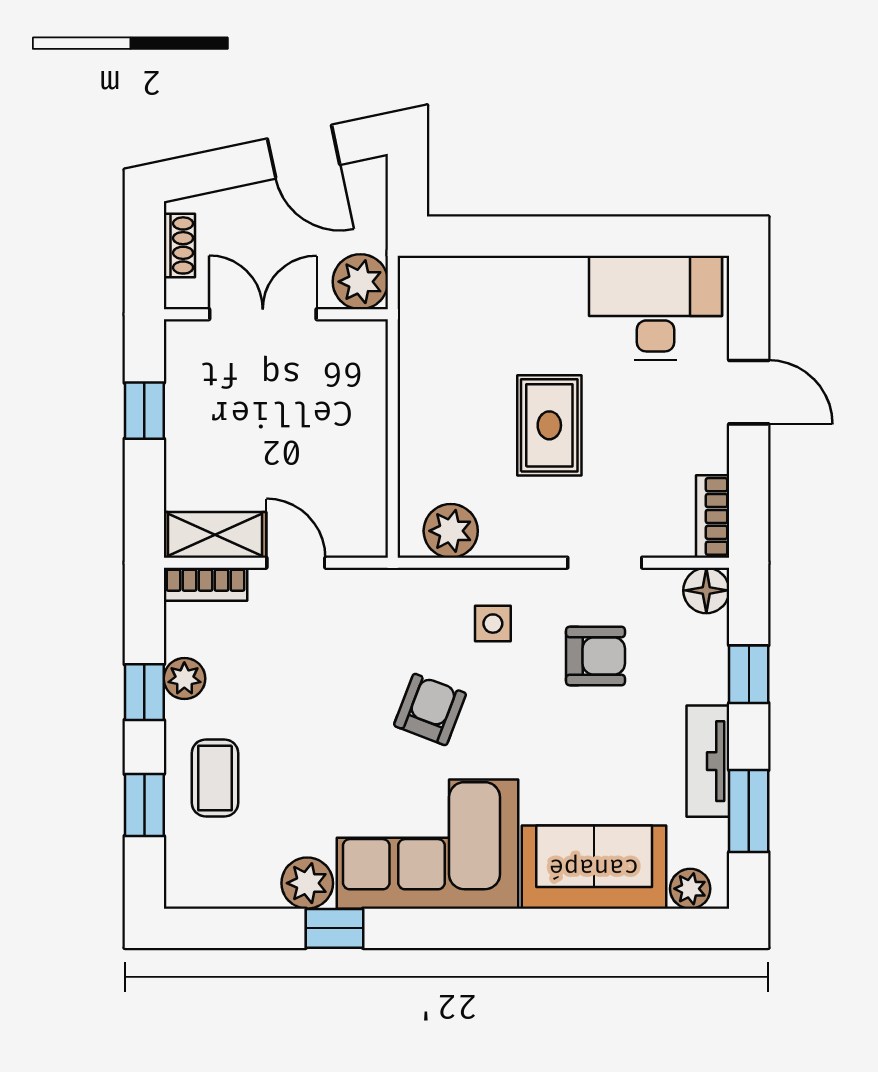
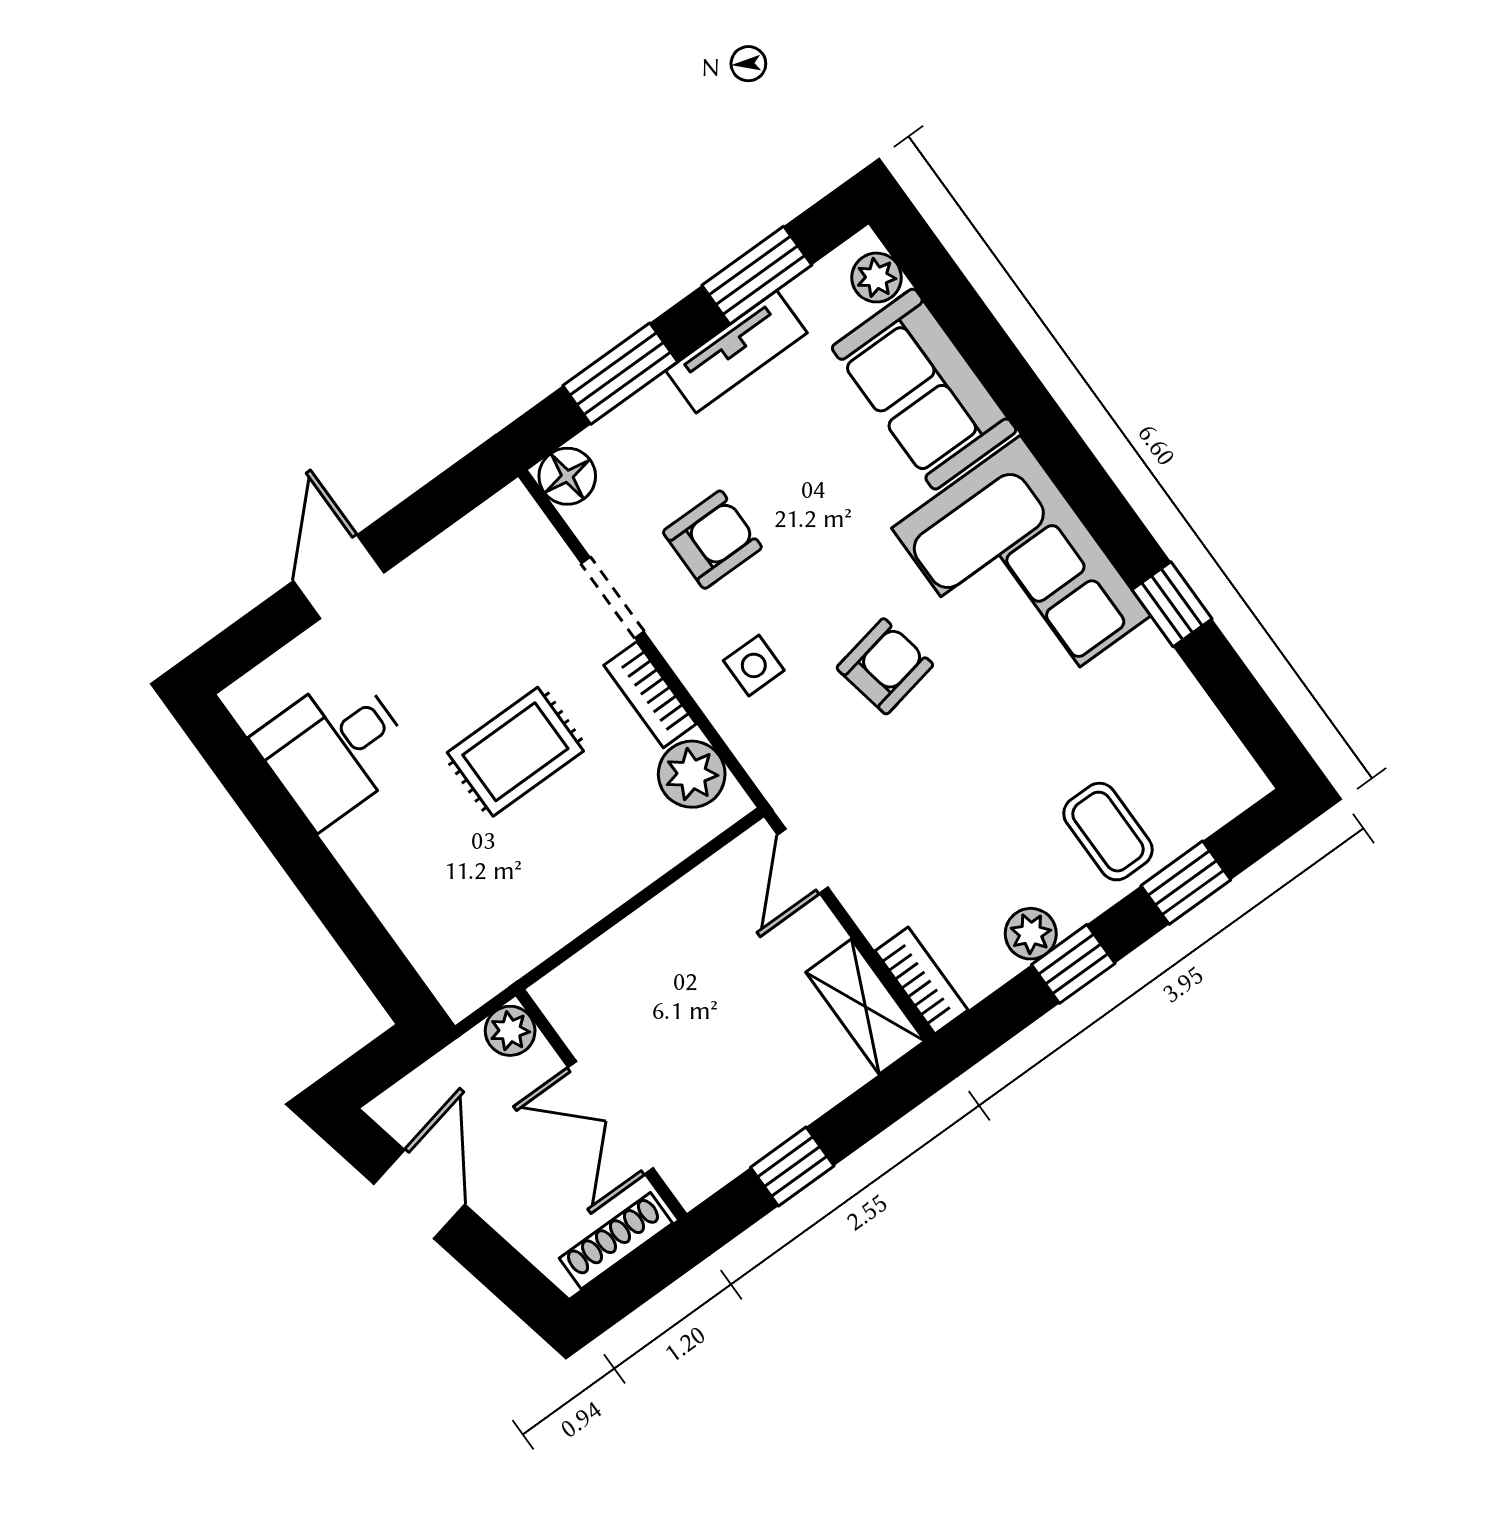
shoe rack: (179, 245) -> (616, 1241), width x1.43
plant: (360, 282) -> (510, 1031), width x0.73, depth x0.73
desk: (656, 308) -> (335, 748), width x0.73
bookcase: (713, 516) -> (650, 695), moved, turned 90
door: (296, 563) -> (803, 861), moved
armchair: (596, 656) -> (712, 540), turned 90
window: (749, 674) -> (620, 374), width x1.50
armchair: (430, 709) -> (885, 666), turned 148
coffee table: (215, 778) -> (1108, 832), turned 90
plant: (307, 883) -> (1147, 664), removed

